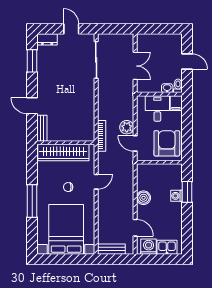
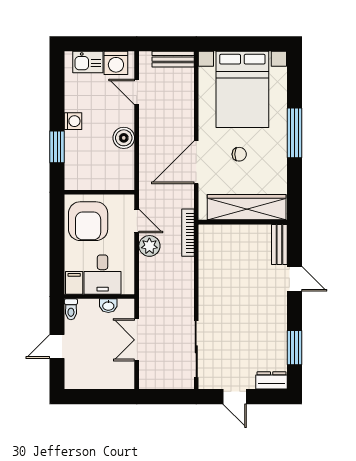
door: (187, 62) -> (57, 347), hinge flipped
washbasin: (167, 88) -> (108, 306), moved
door: (96, 182) -> (196, 162), width x1.88
washing machine: (177, 196) -> (73, 121), moved

